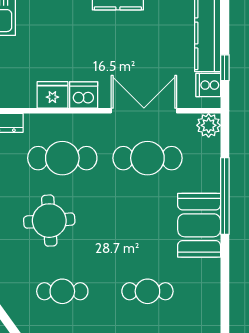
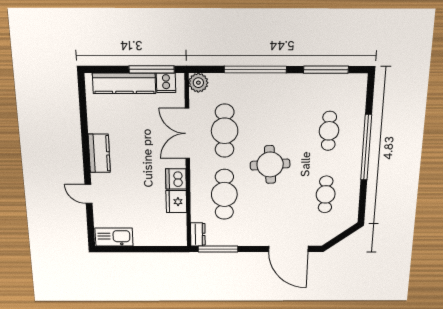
window: (225, 68) -> (152, 69), width x2.17
round table: (49, 221) -> (270, 165), moved
booth: (199, 225) -> (278, 90), removed
window: (225, 284) -> (326, 70), added

